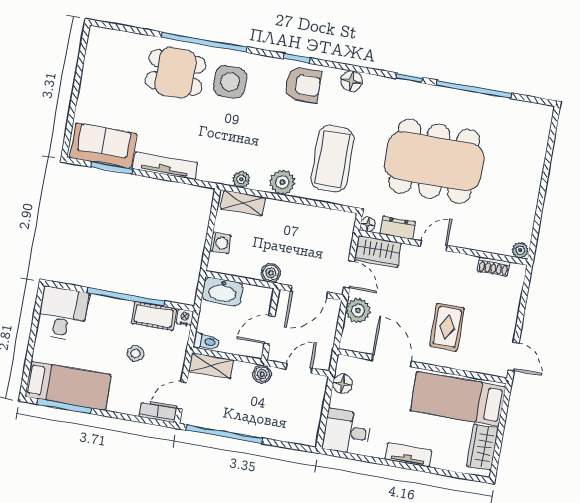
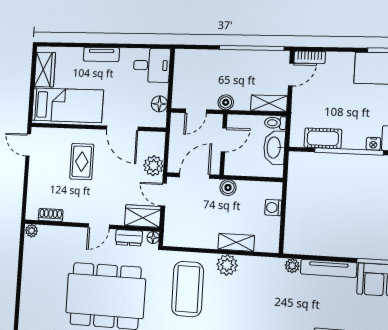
plant: (241, 179) -> (292, 266), moved
shelving: (243, 203) -> (236, 242), moved
washbasin: (223, 292) -> (274, 148), moved, turned -90
nightstand: (185, 317) -> (373, 144), moved
stool: (136, 354) -> (335, 104), removed

